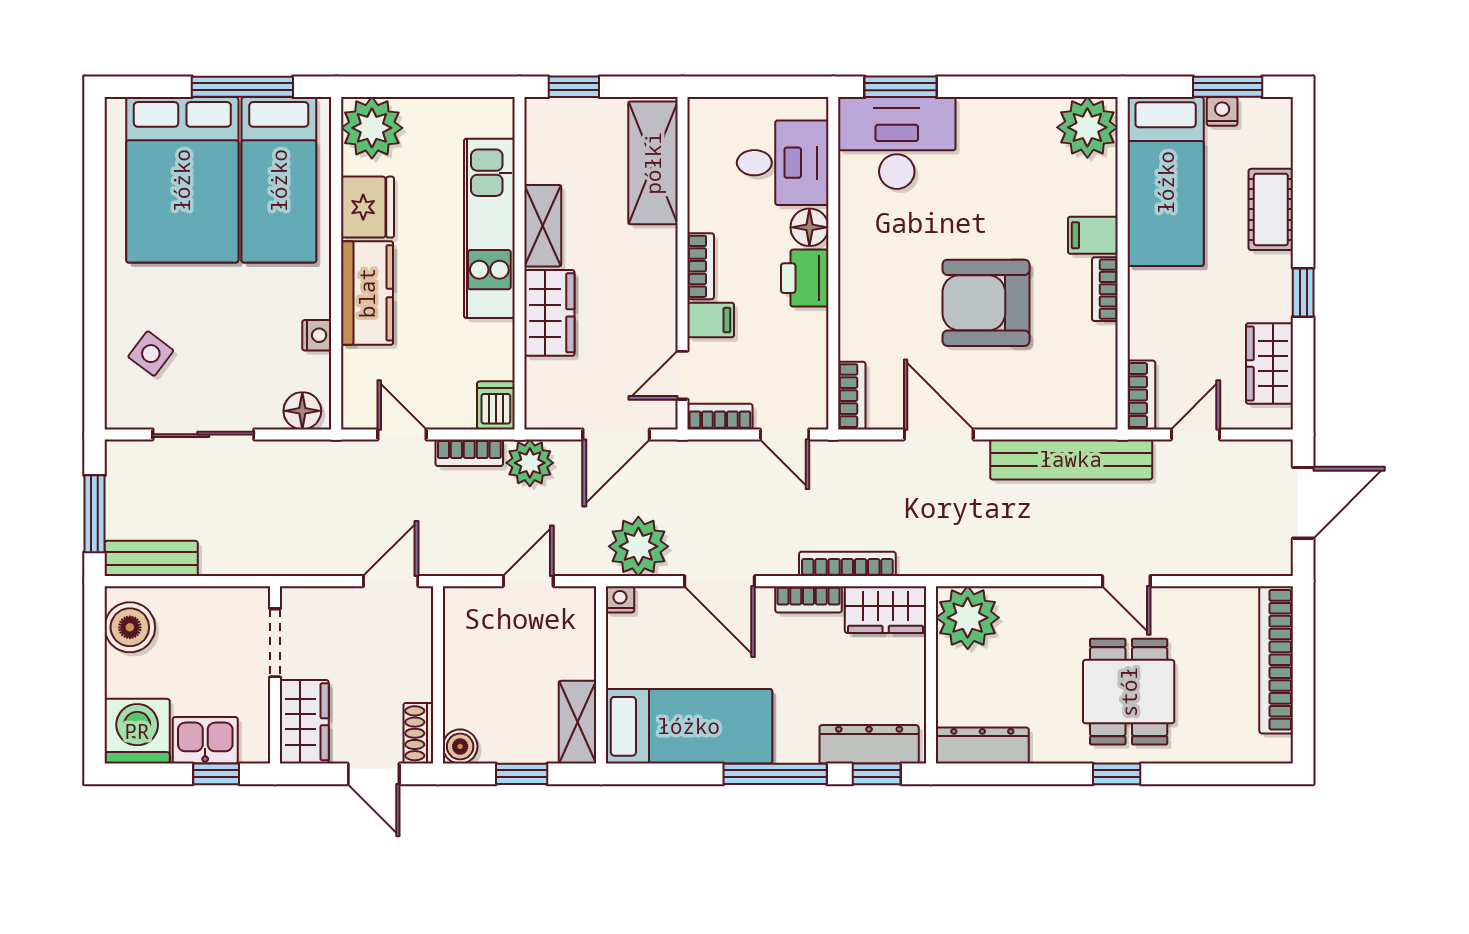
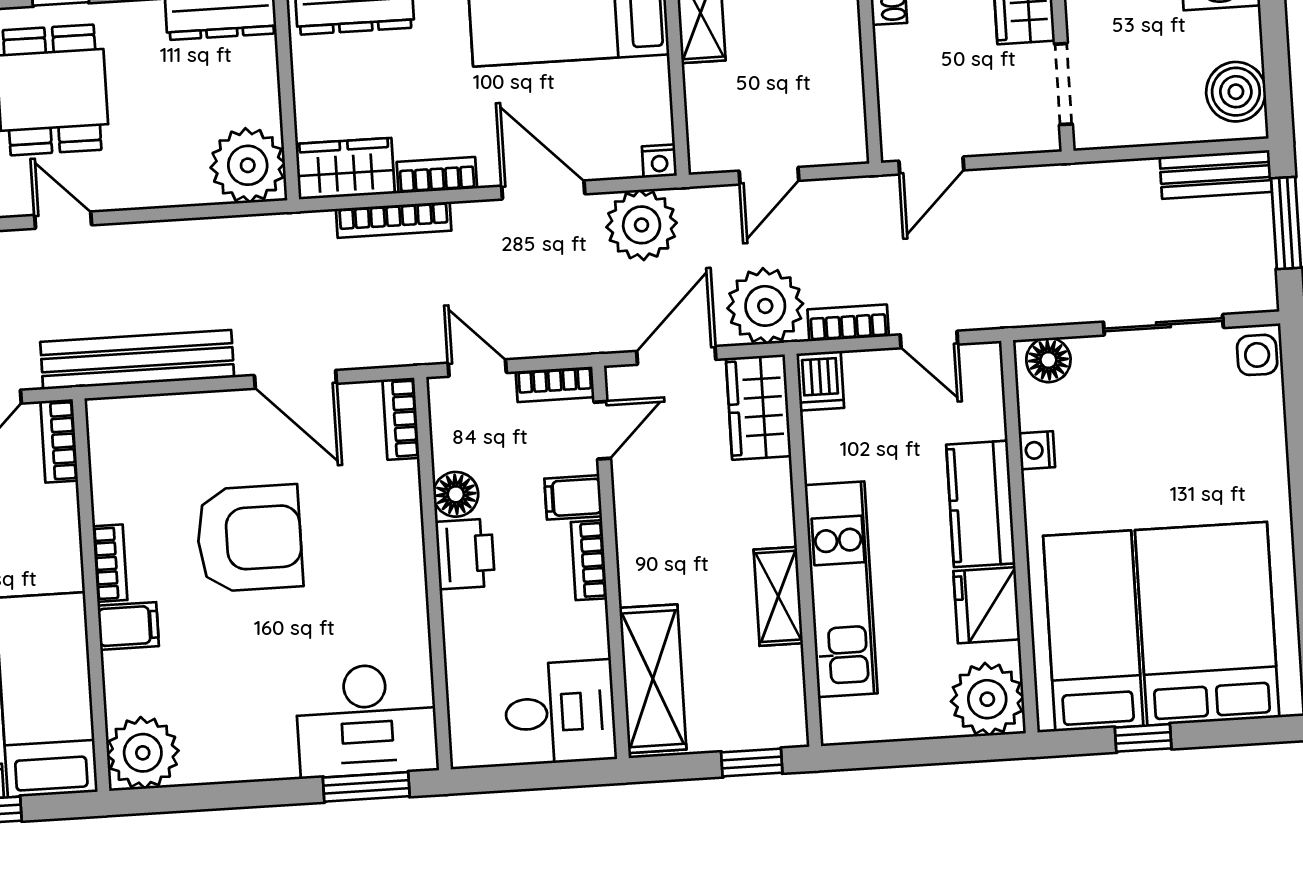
window: (242, 87) -> (1143, 738), width x0.46
desk: (783, 163) -> (560, 712), moved, turned 180
floor lamp: (809, 227) -> (456, 494), moved
wardrobe: (549, 313) -> (759, 407), moved
side table: (151, 354) -> (1257, 355), moved, turned -37
plant: (530, 463) -> (765, 306), width x1.36, depth x1.36

